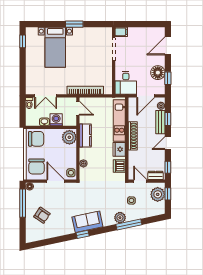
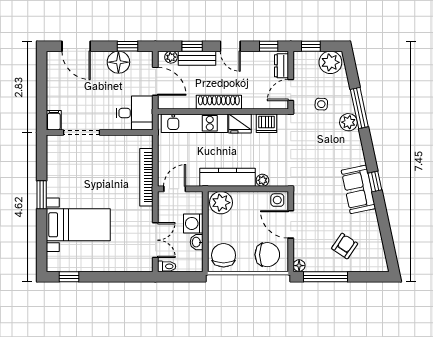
kitchen counter: (85, 136) -> (227, 177), width x1.50
door: (56, 181) -> (291, 224), hinge flipped
plant: (158, 194) -> (330, 62), moved
sofa: (87, 222) -> (358, 189), moved

